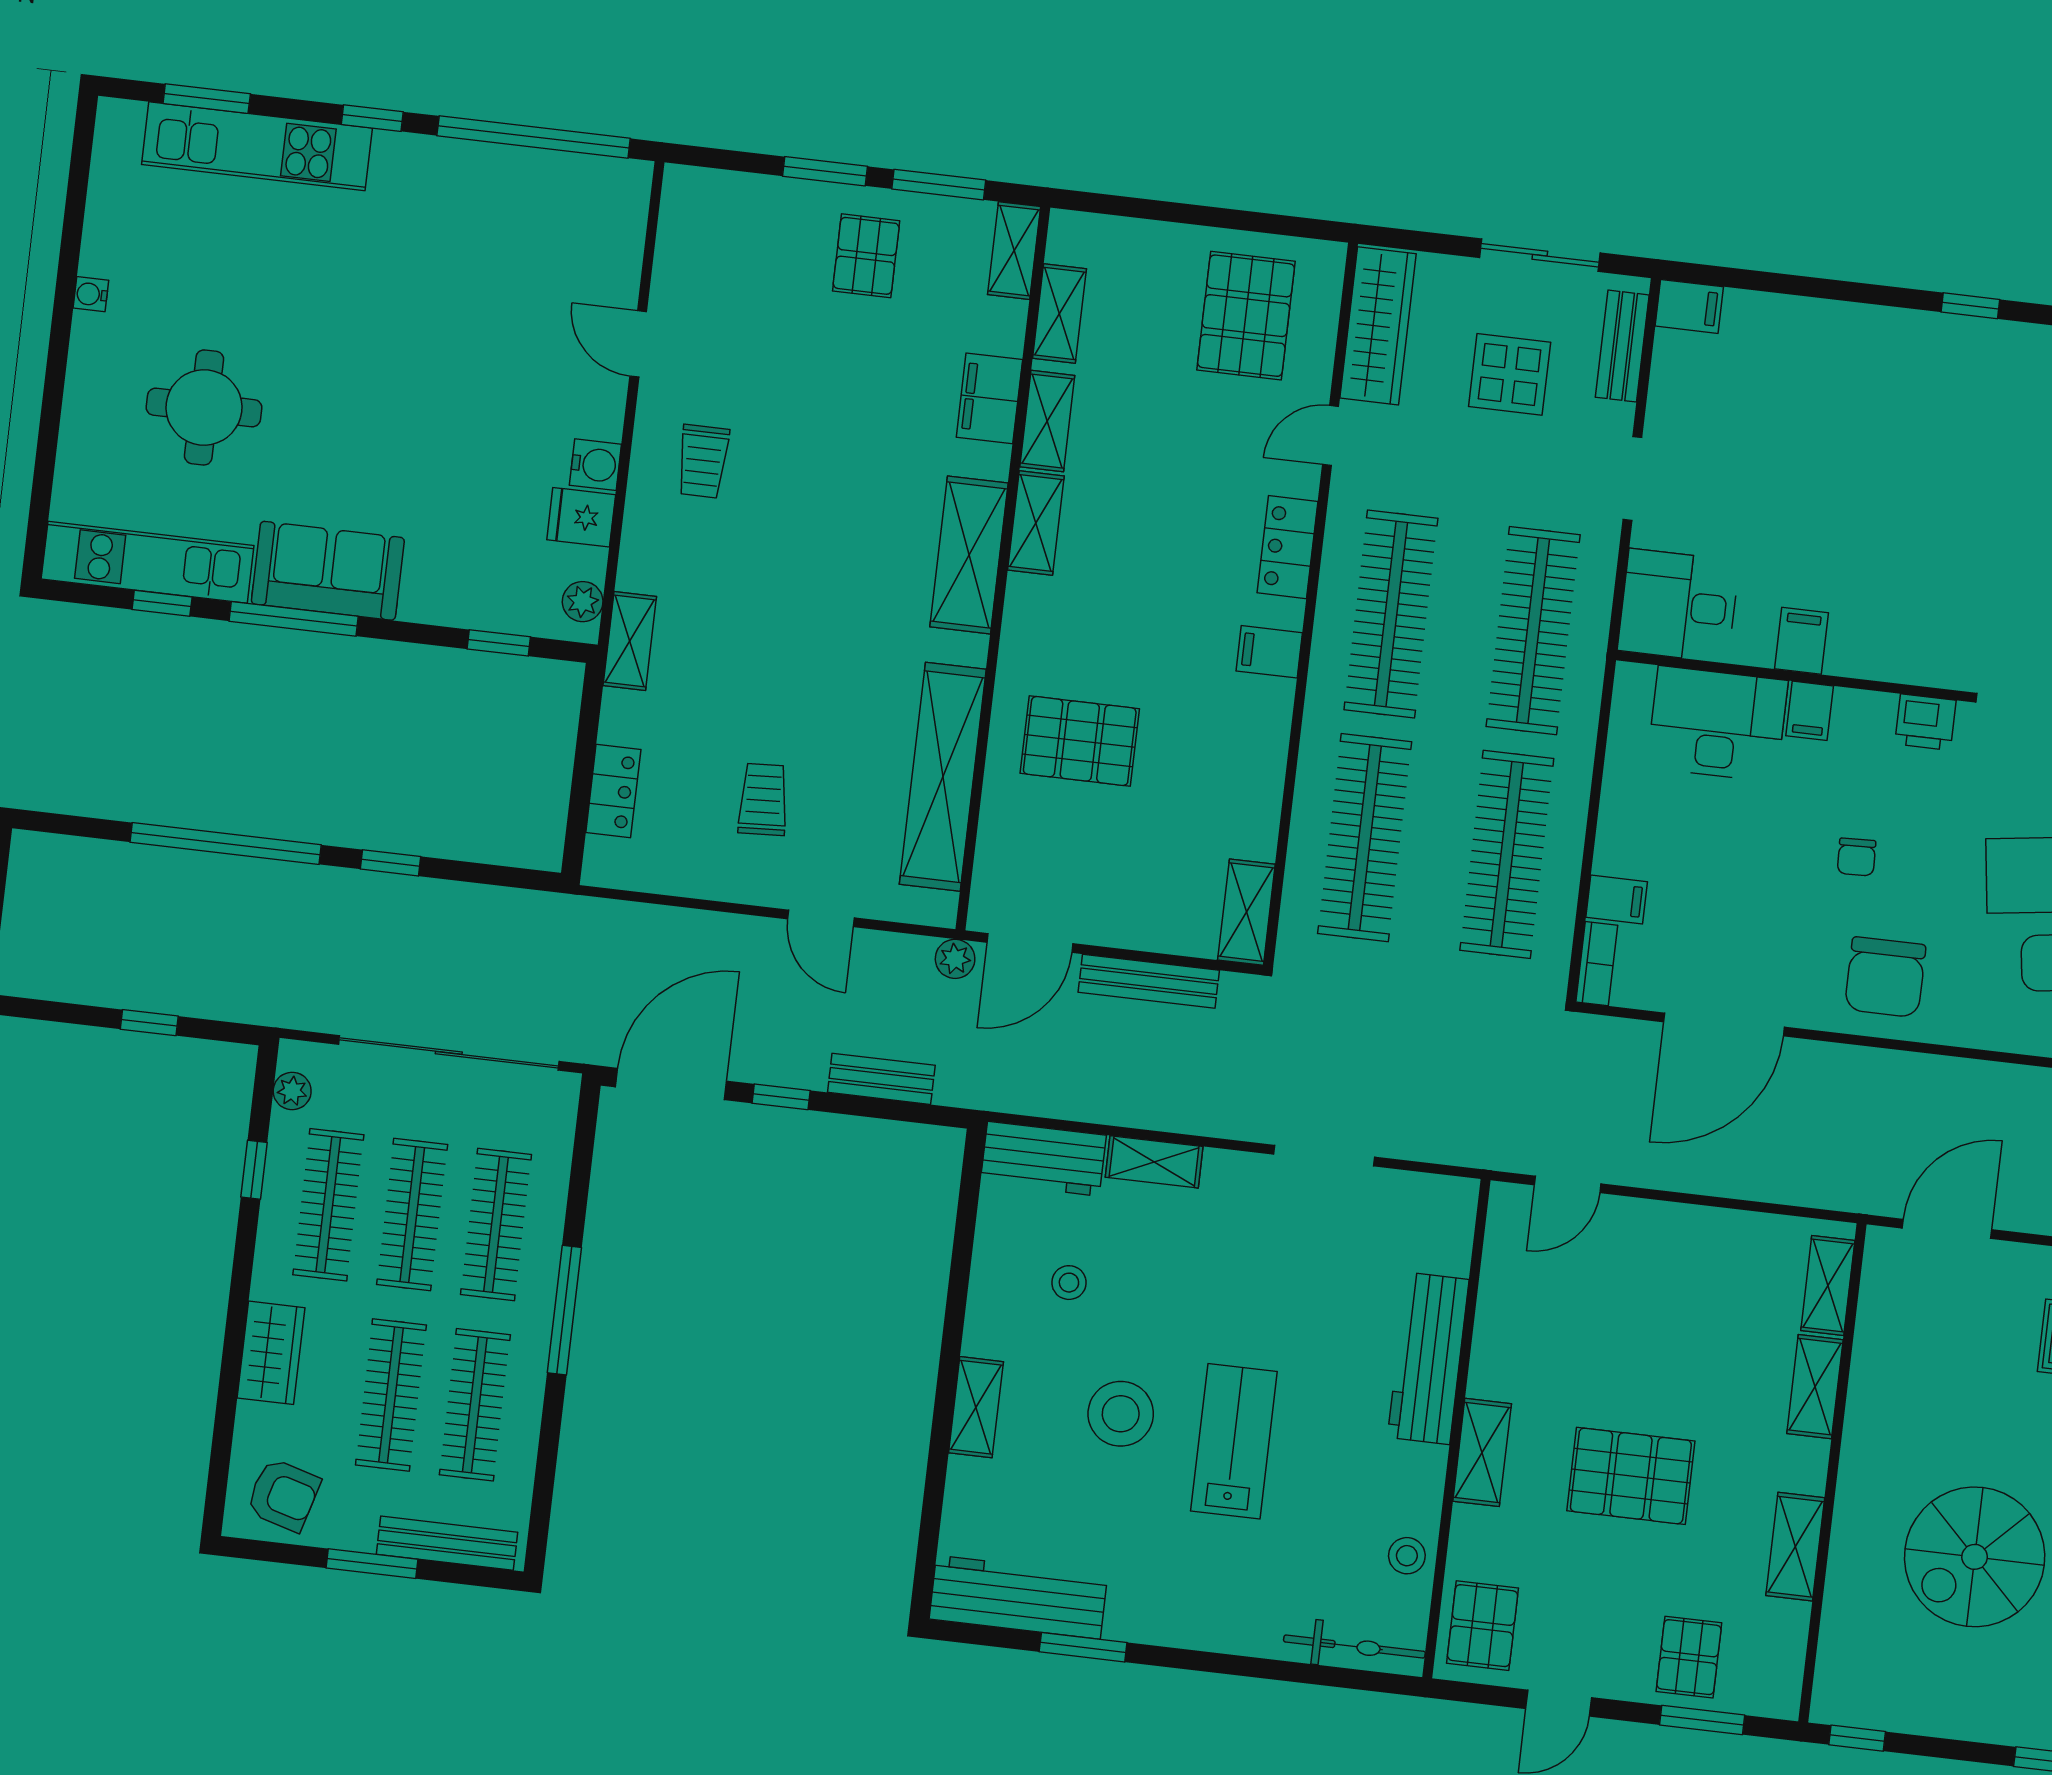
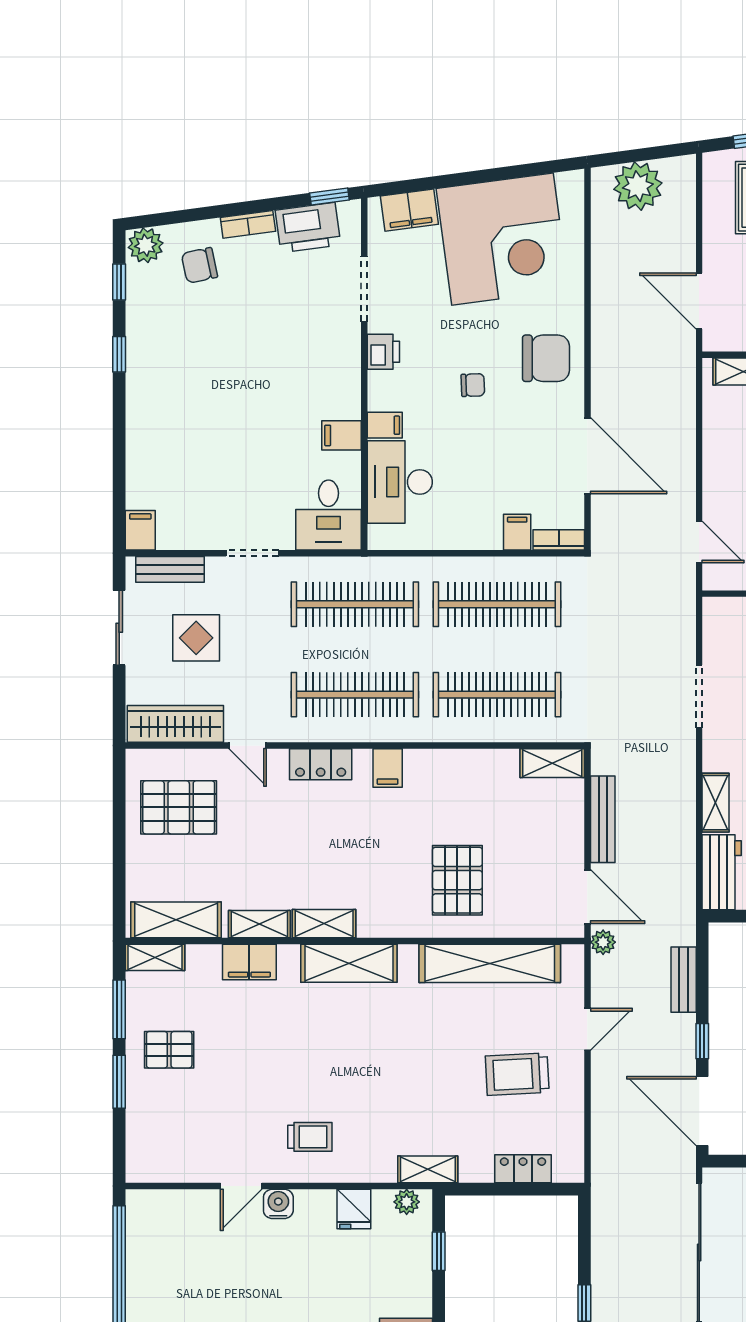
shelving: (1059, 314) -> (176, 920), width x1.50, depth x1.33
water cooler: (595, 465) -> (278, 1204), moved
trolley: (763, 799) -> (517, 1074), width x1.36, depth x1.39

